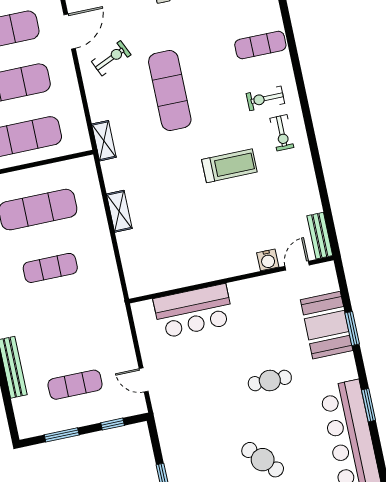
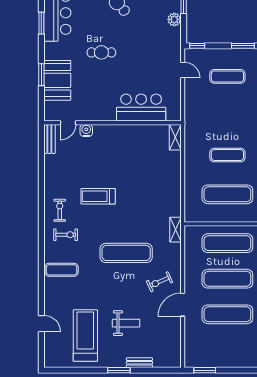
exercise mat: (170, 90) -> (126, 253), turned 90
shelving: (119, 211) -> (175, 137), moved
window: (113, 424) -> (197, 46), moved
plant: (172, 452) -> (174, 19), added

